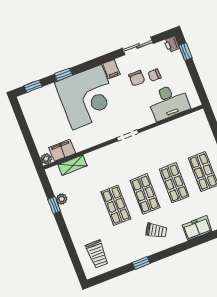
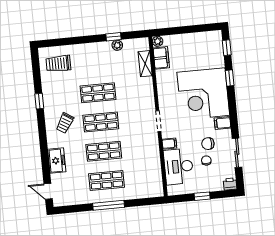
window: (185, 52) -> (202, 196), moved
filing cabinet: (148, 118) -> (169, 144), added

